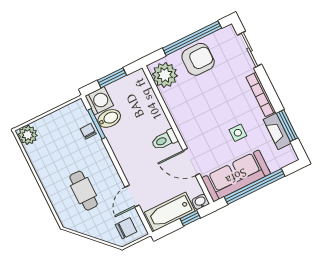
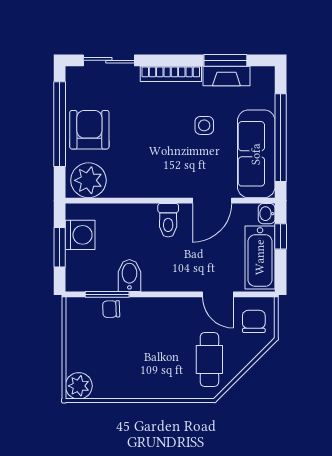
washing machine: (99, 101) -> (80, 235), moved, turned 90
bidet: (109, 118) -> (129, 275), moved
cafe table: (84, 191) -> (209, 360), moved, turned 90

